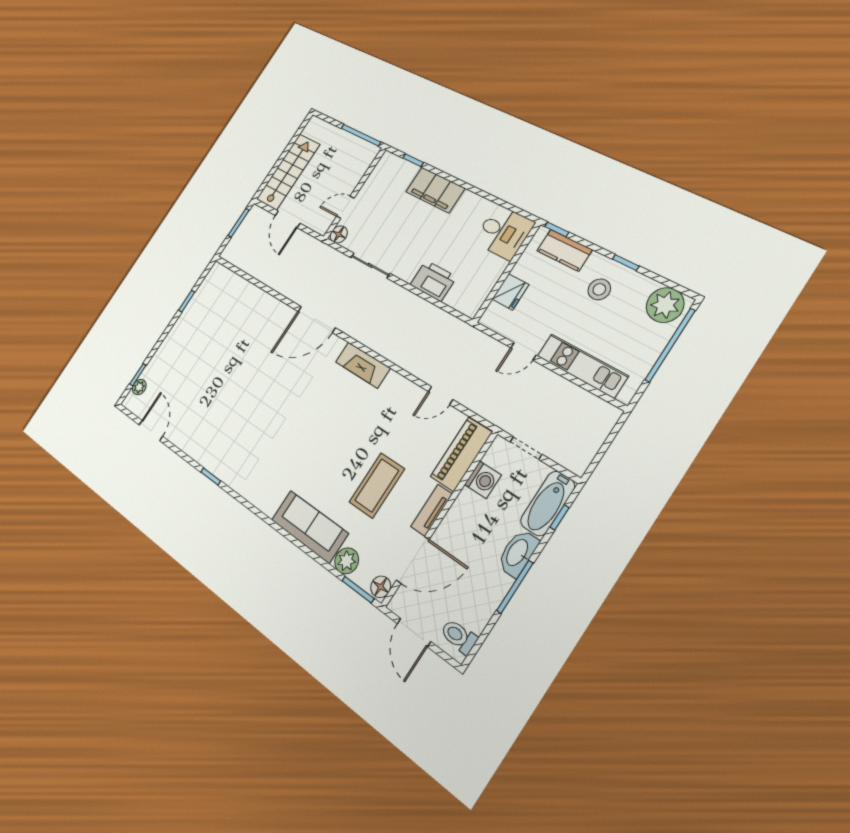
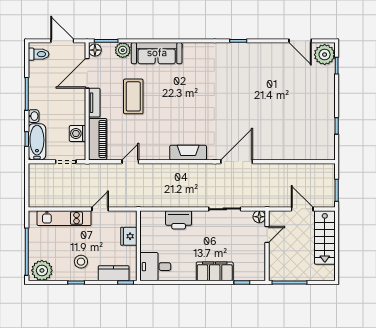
plant: (139, 387) -> (325, 55), width x1.88, depth x1.88
washbasin: (518, 553) -> (34, 116), width x0.52, depth x0.69

